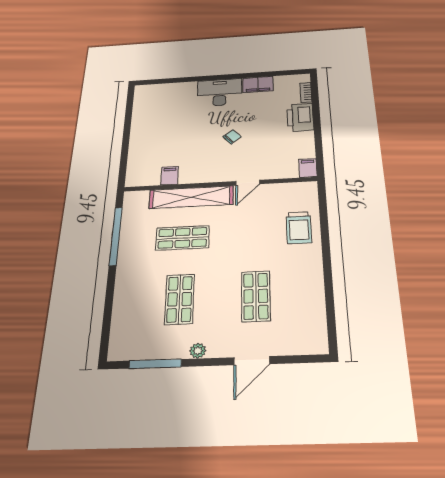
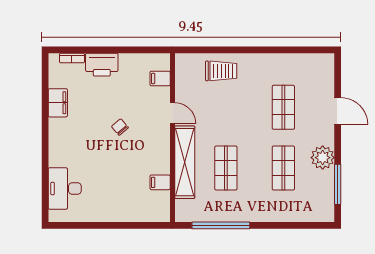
desk: (220, 92) -> (65, 188), moved
filing cabinet: (308, 168) -> (160, 78), moved
shop shelf: (256, 296) -> (283, 107), turned 90
shop shelf: (180, 299) -> (283, 168), turned 90
plant: (198, 351) -> (323, 158), width x1.88, depth x1.88

